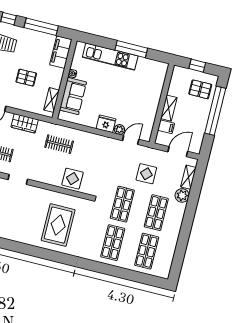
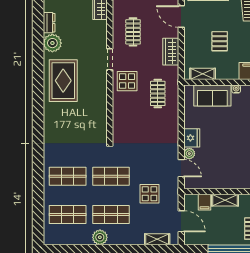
display table: (72, 179) -> (127, 81), moved
plant: (182, 195) -> (100, 237), moved
rug: (58, 225) -> (63, 81), moved, turned 90

